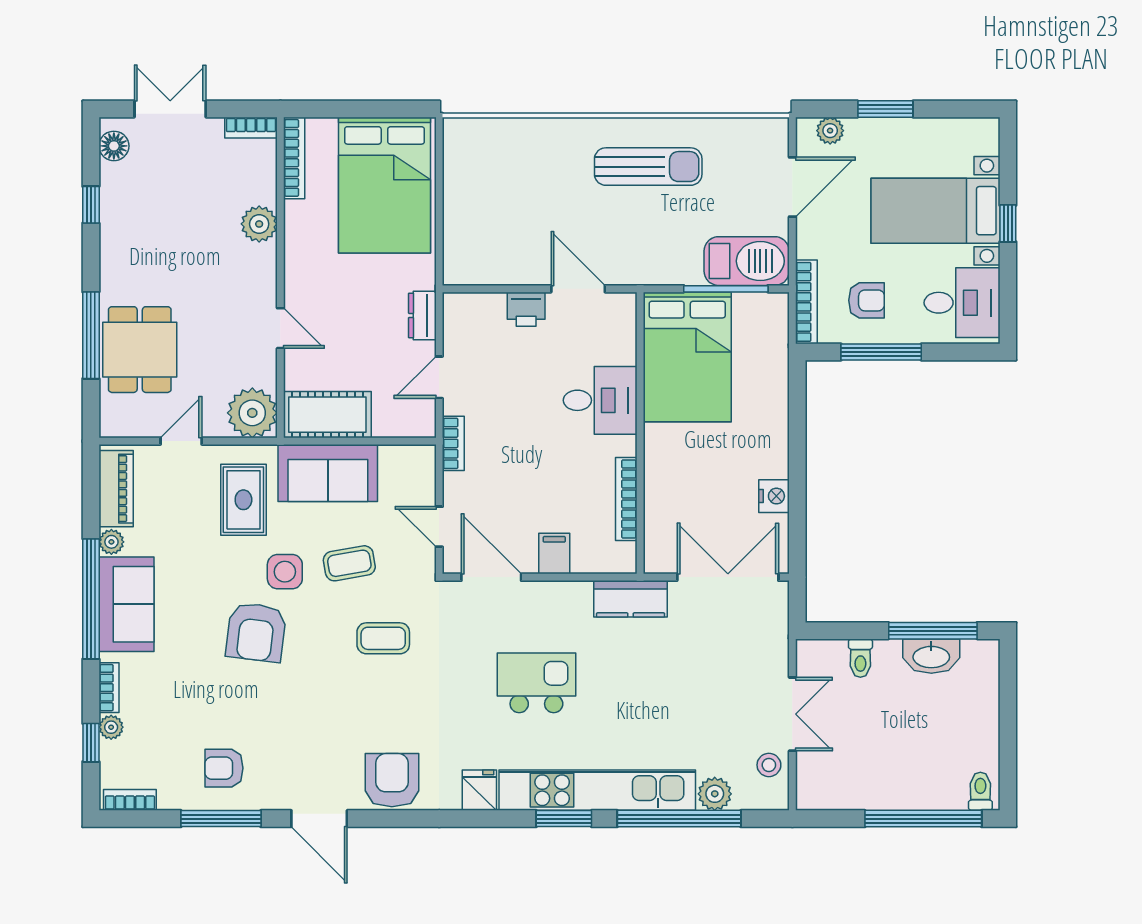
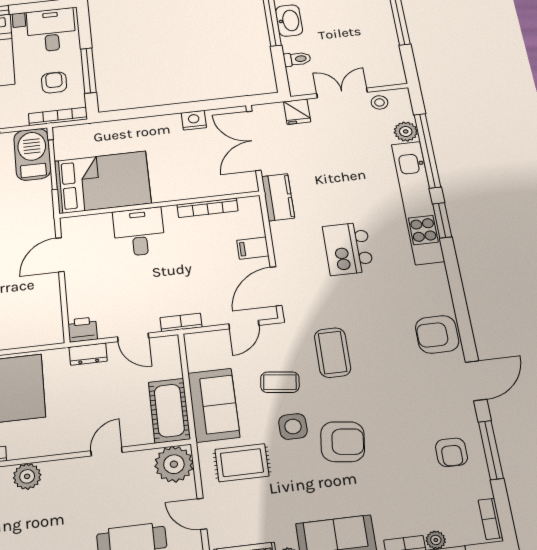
printer: (526, 309) -> (83, 330), moved, turned -90
coffee table: (349, 563) -> (280, 382), turned -73
coffee table: (383, 638) -> (333, 353), width x1.36, depth x1.30
fridge: (479, 790) -> (297, 112), moved, turned -90

